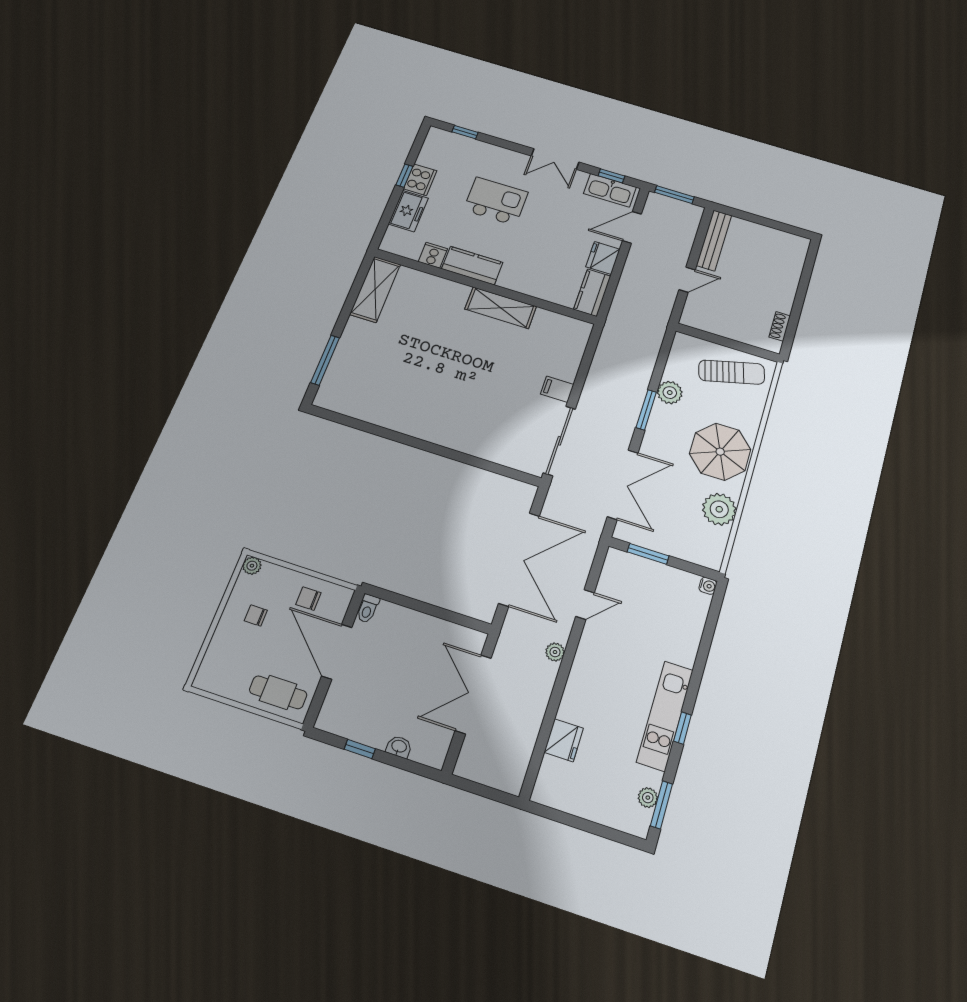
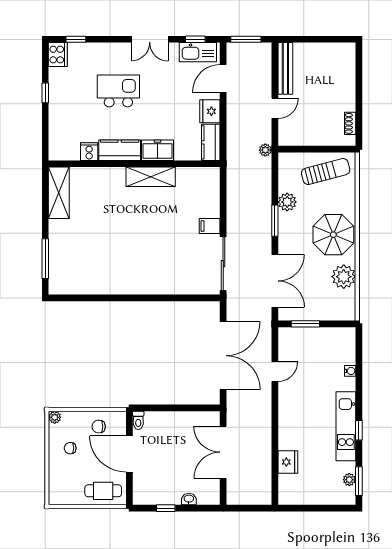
cooker: (420, 180) -> (58, 55), moved
freezer: (408, 211) -> (157, 150), moved, turned -90
water cooler: (708, 586) -> (350, 371), moved
plant: (555, 652) -> (265, 150), moved

